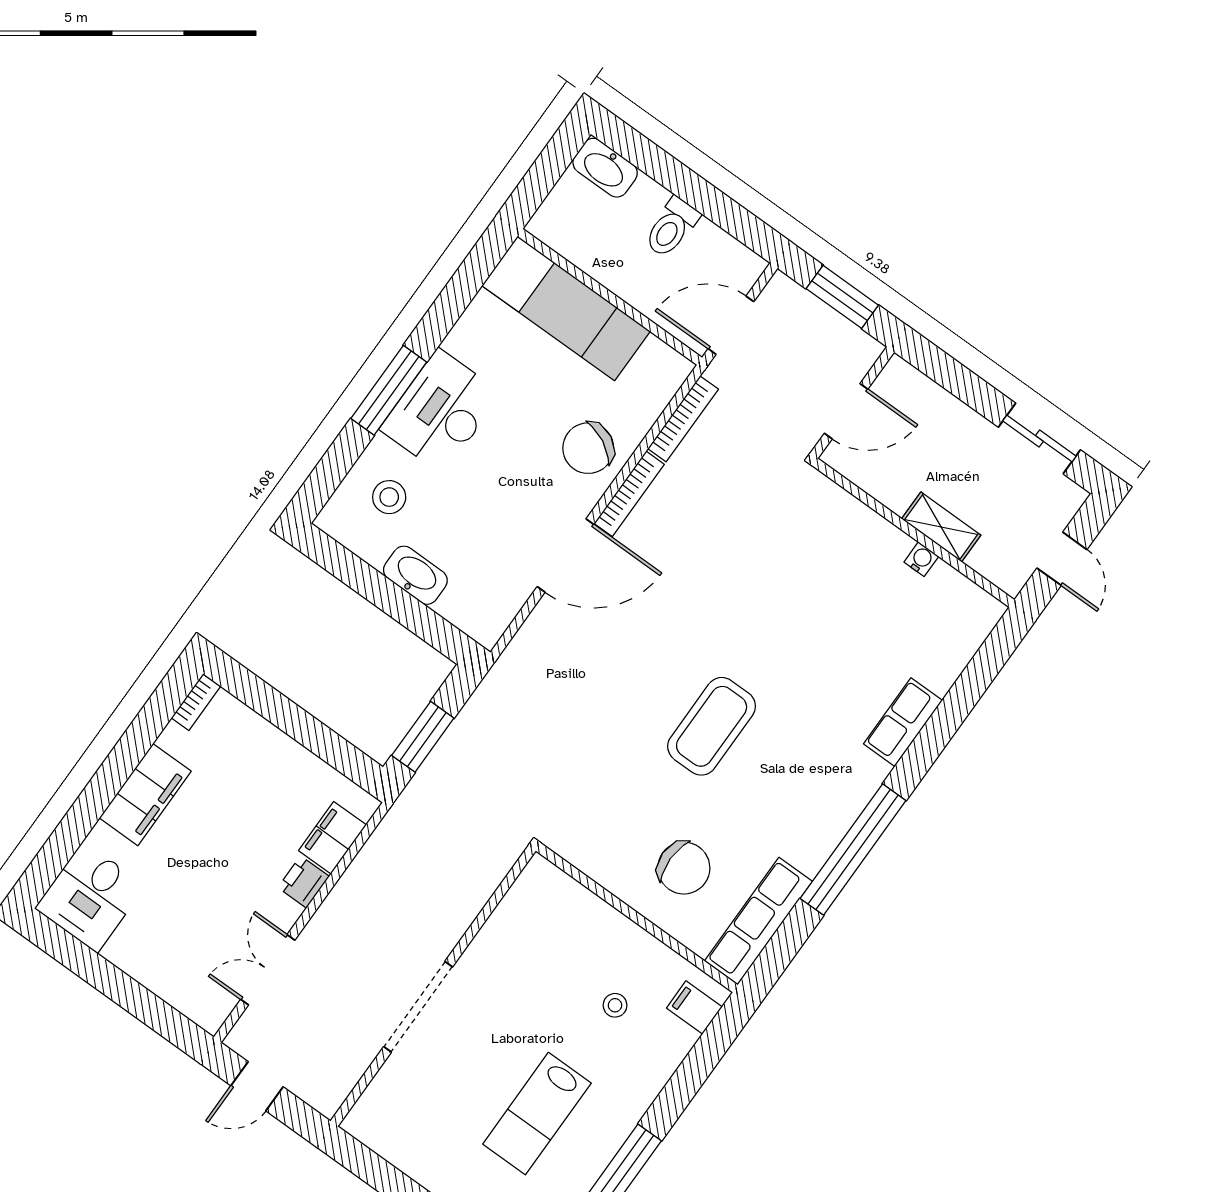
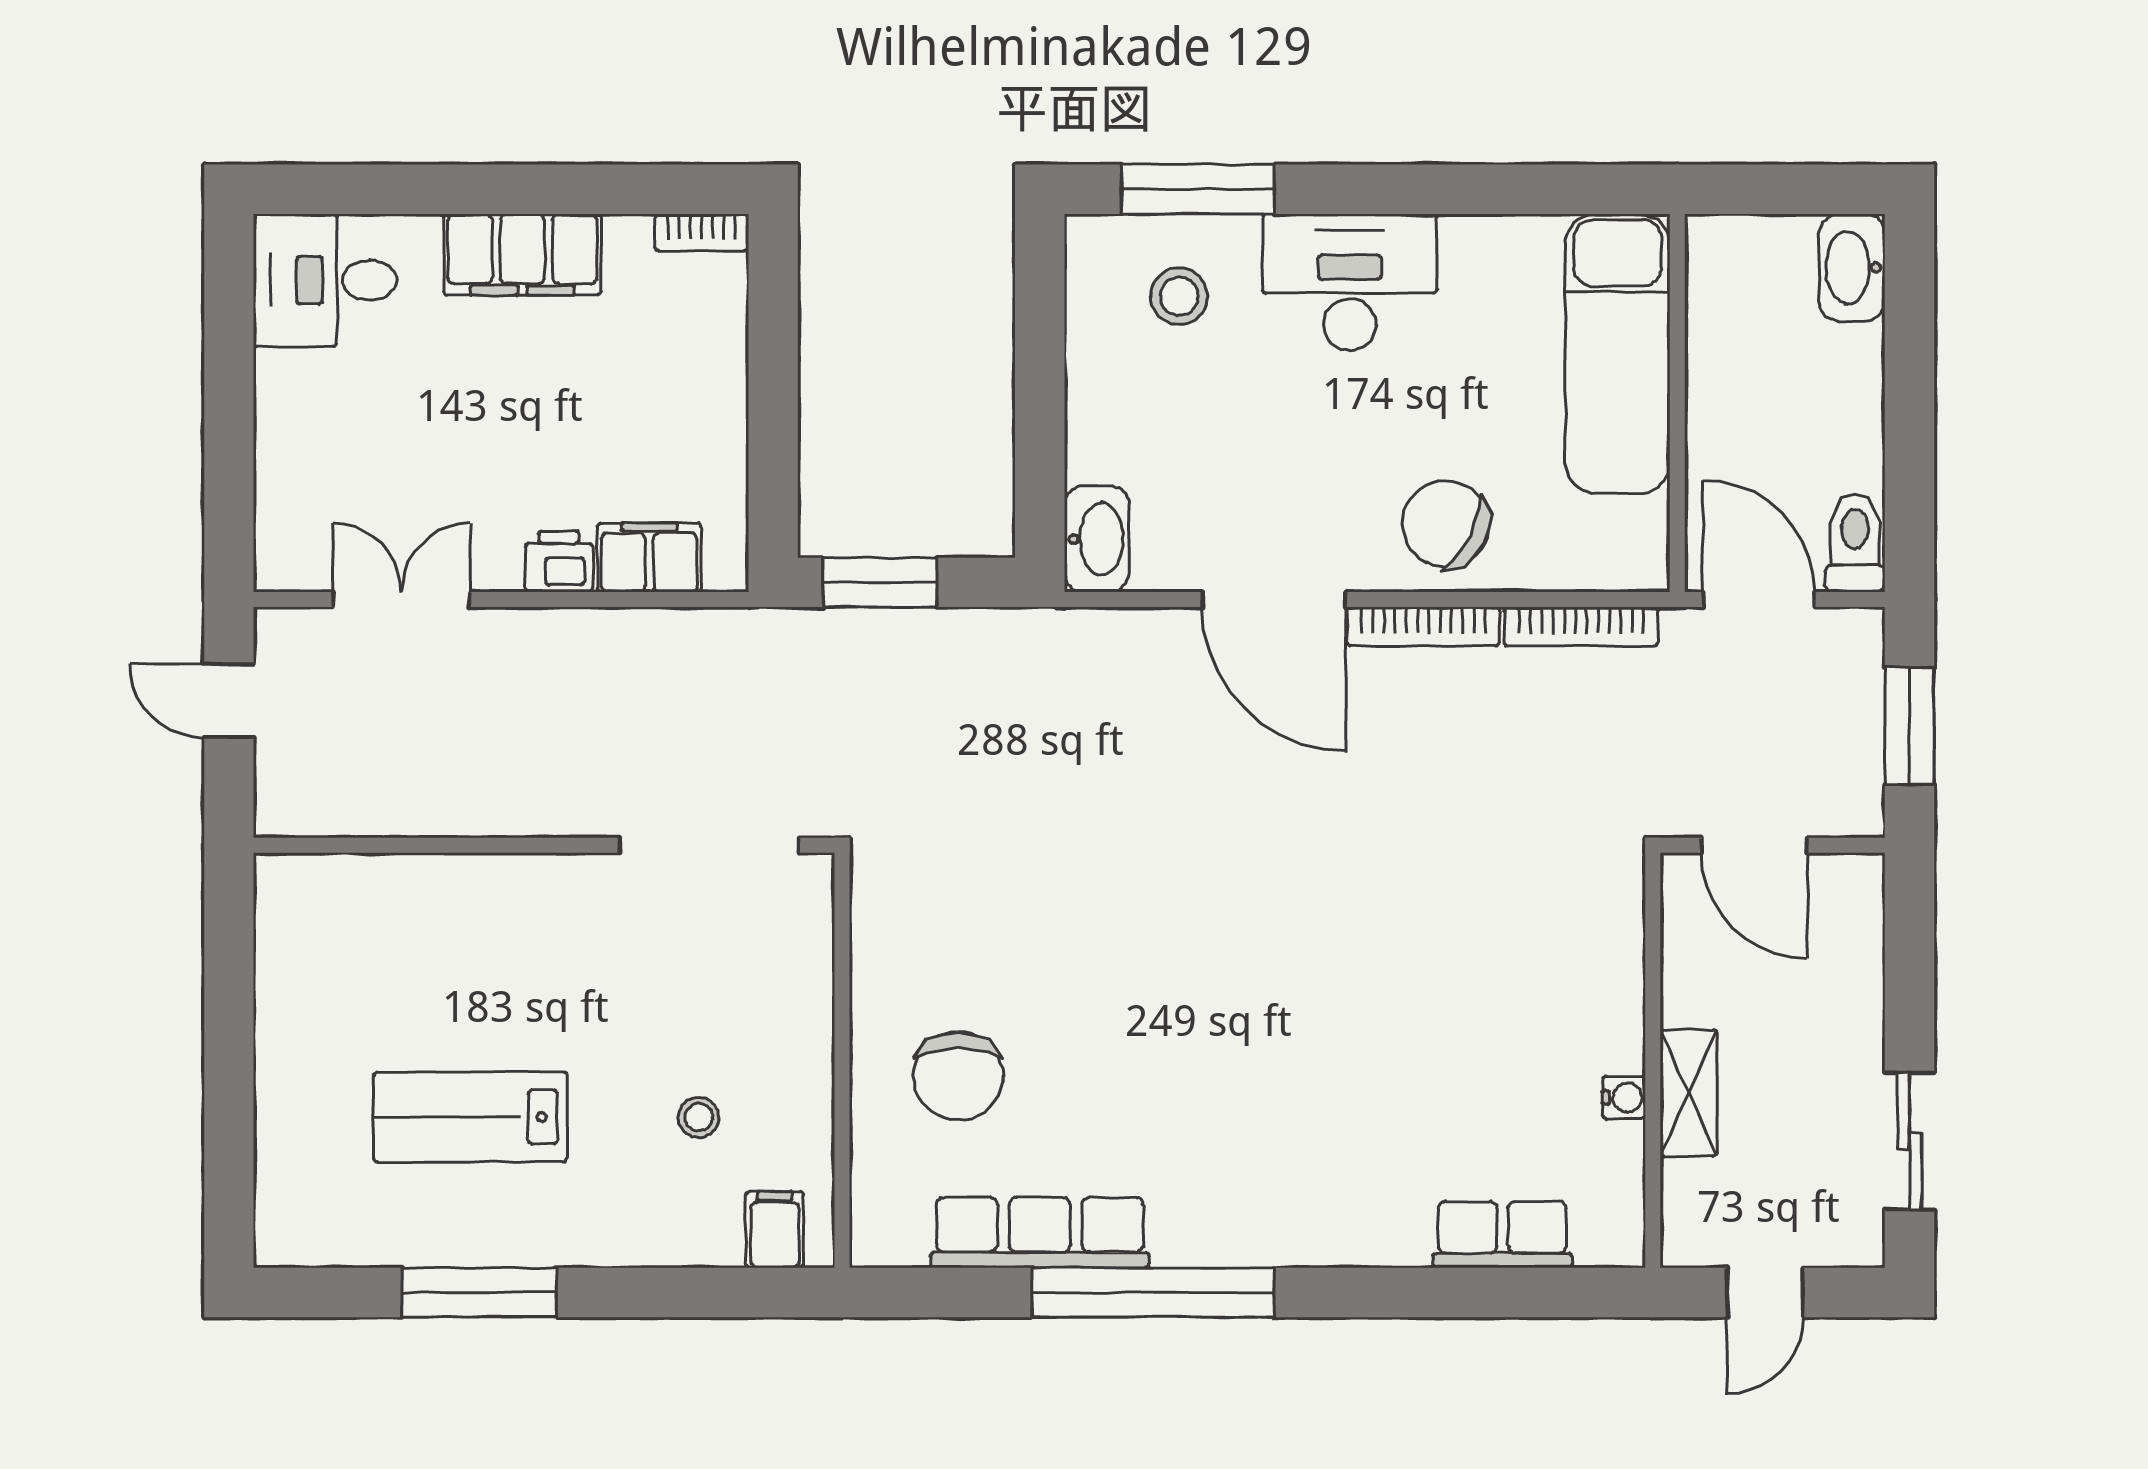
toilet: (672, 227) -> (1855, 543), moved, turned 90
window: (389, 390) -> (1198, 189), moved
washbasin: (415, 575) -> (1097, 539), moved
row of seats: (903, 722) -> (1502, 1235), moved
coffee table: (712, 726) -> (1183, 973), removed
row of seats: (758, 921) -> (1040, 1233), moved
doorway: (418, 1007) -> (709, 845), moved

